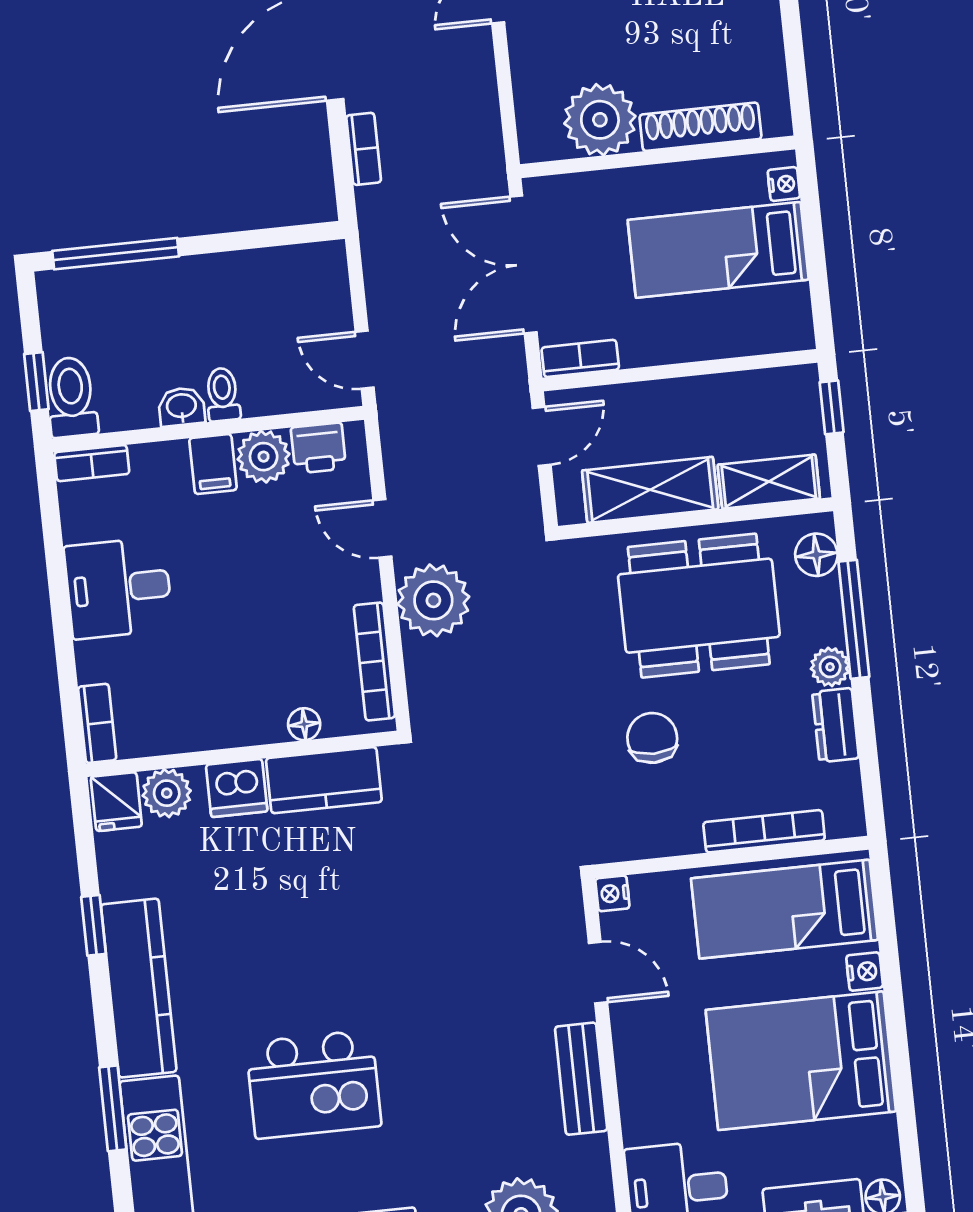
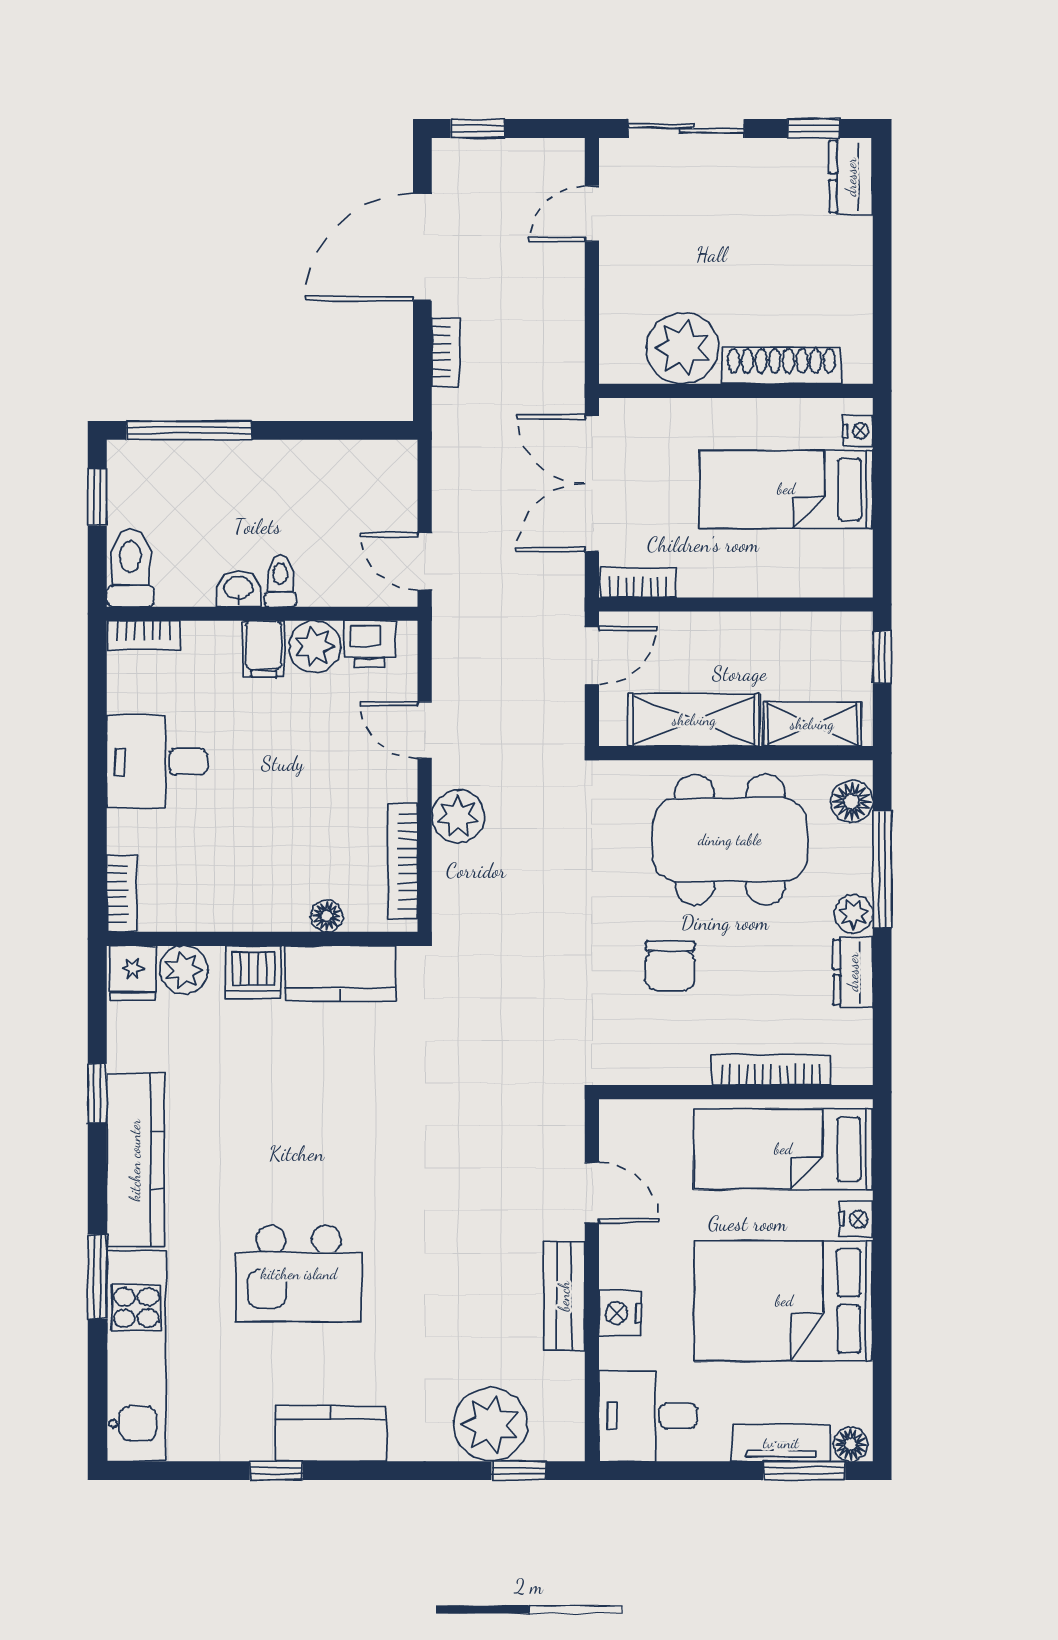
window: (36, 382) -> (97, 497), moved
plant: (433, 600) -> (458, 816), width x0.73, depth x0.73
chair: (652, 738) -> (670, 966), turned 180
nightstand: (612, 893) -> (620, 1313), moved, width x1.39, depth x1.35

